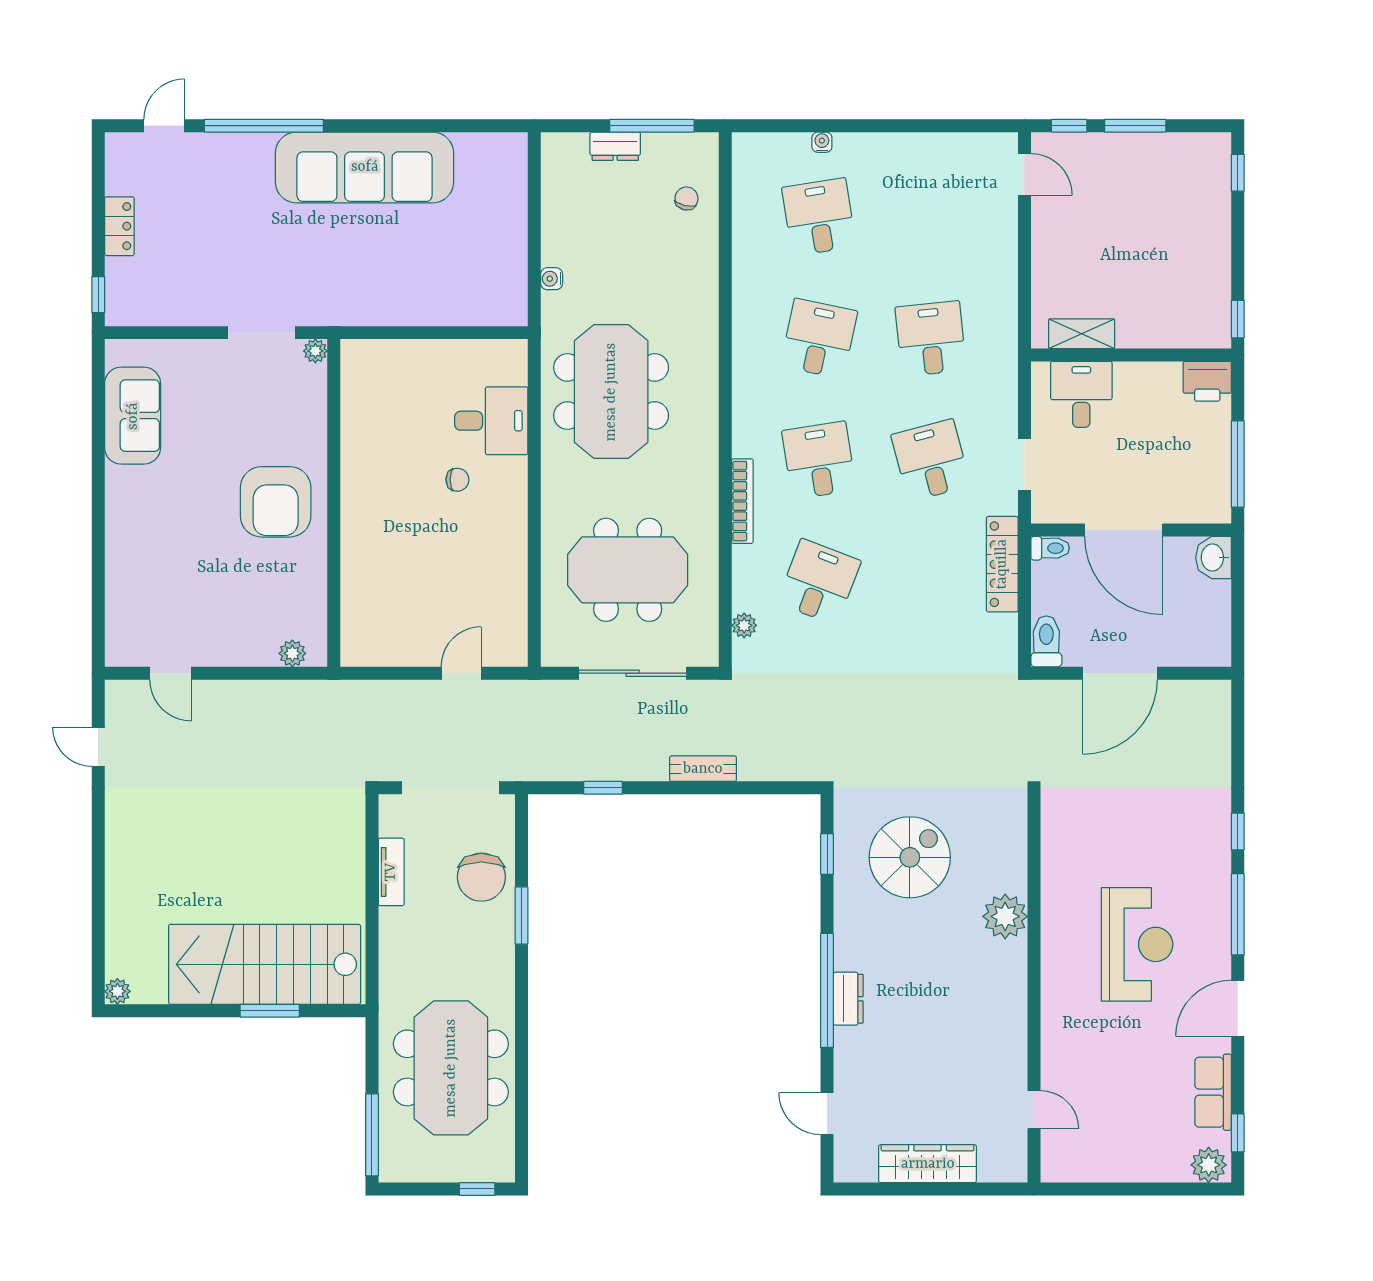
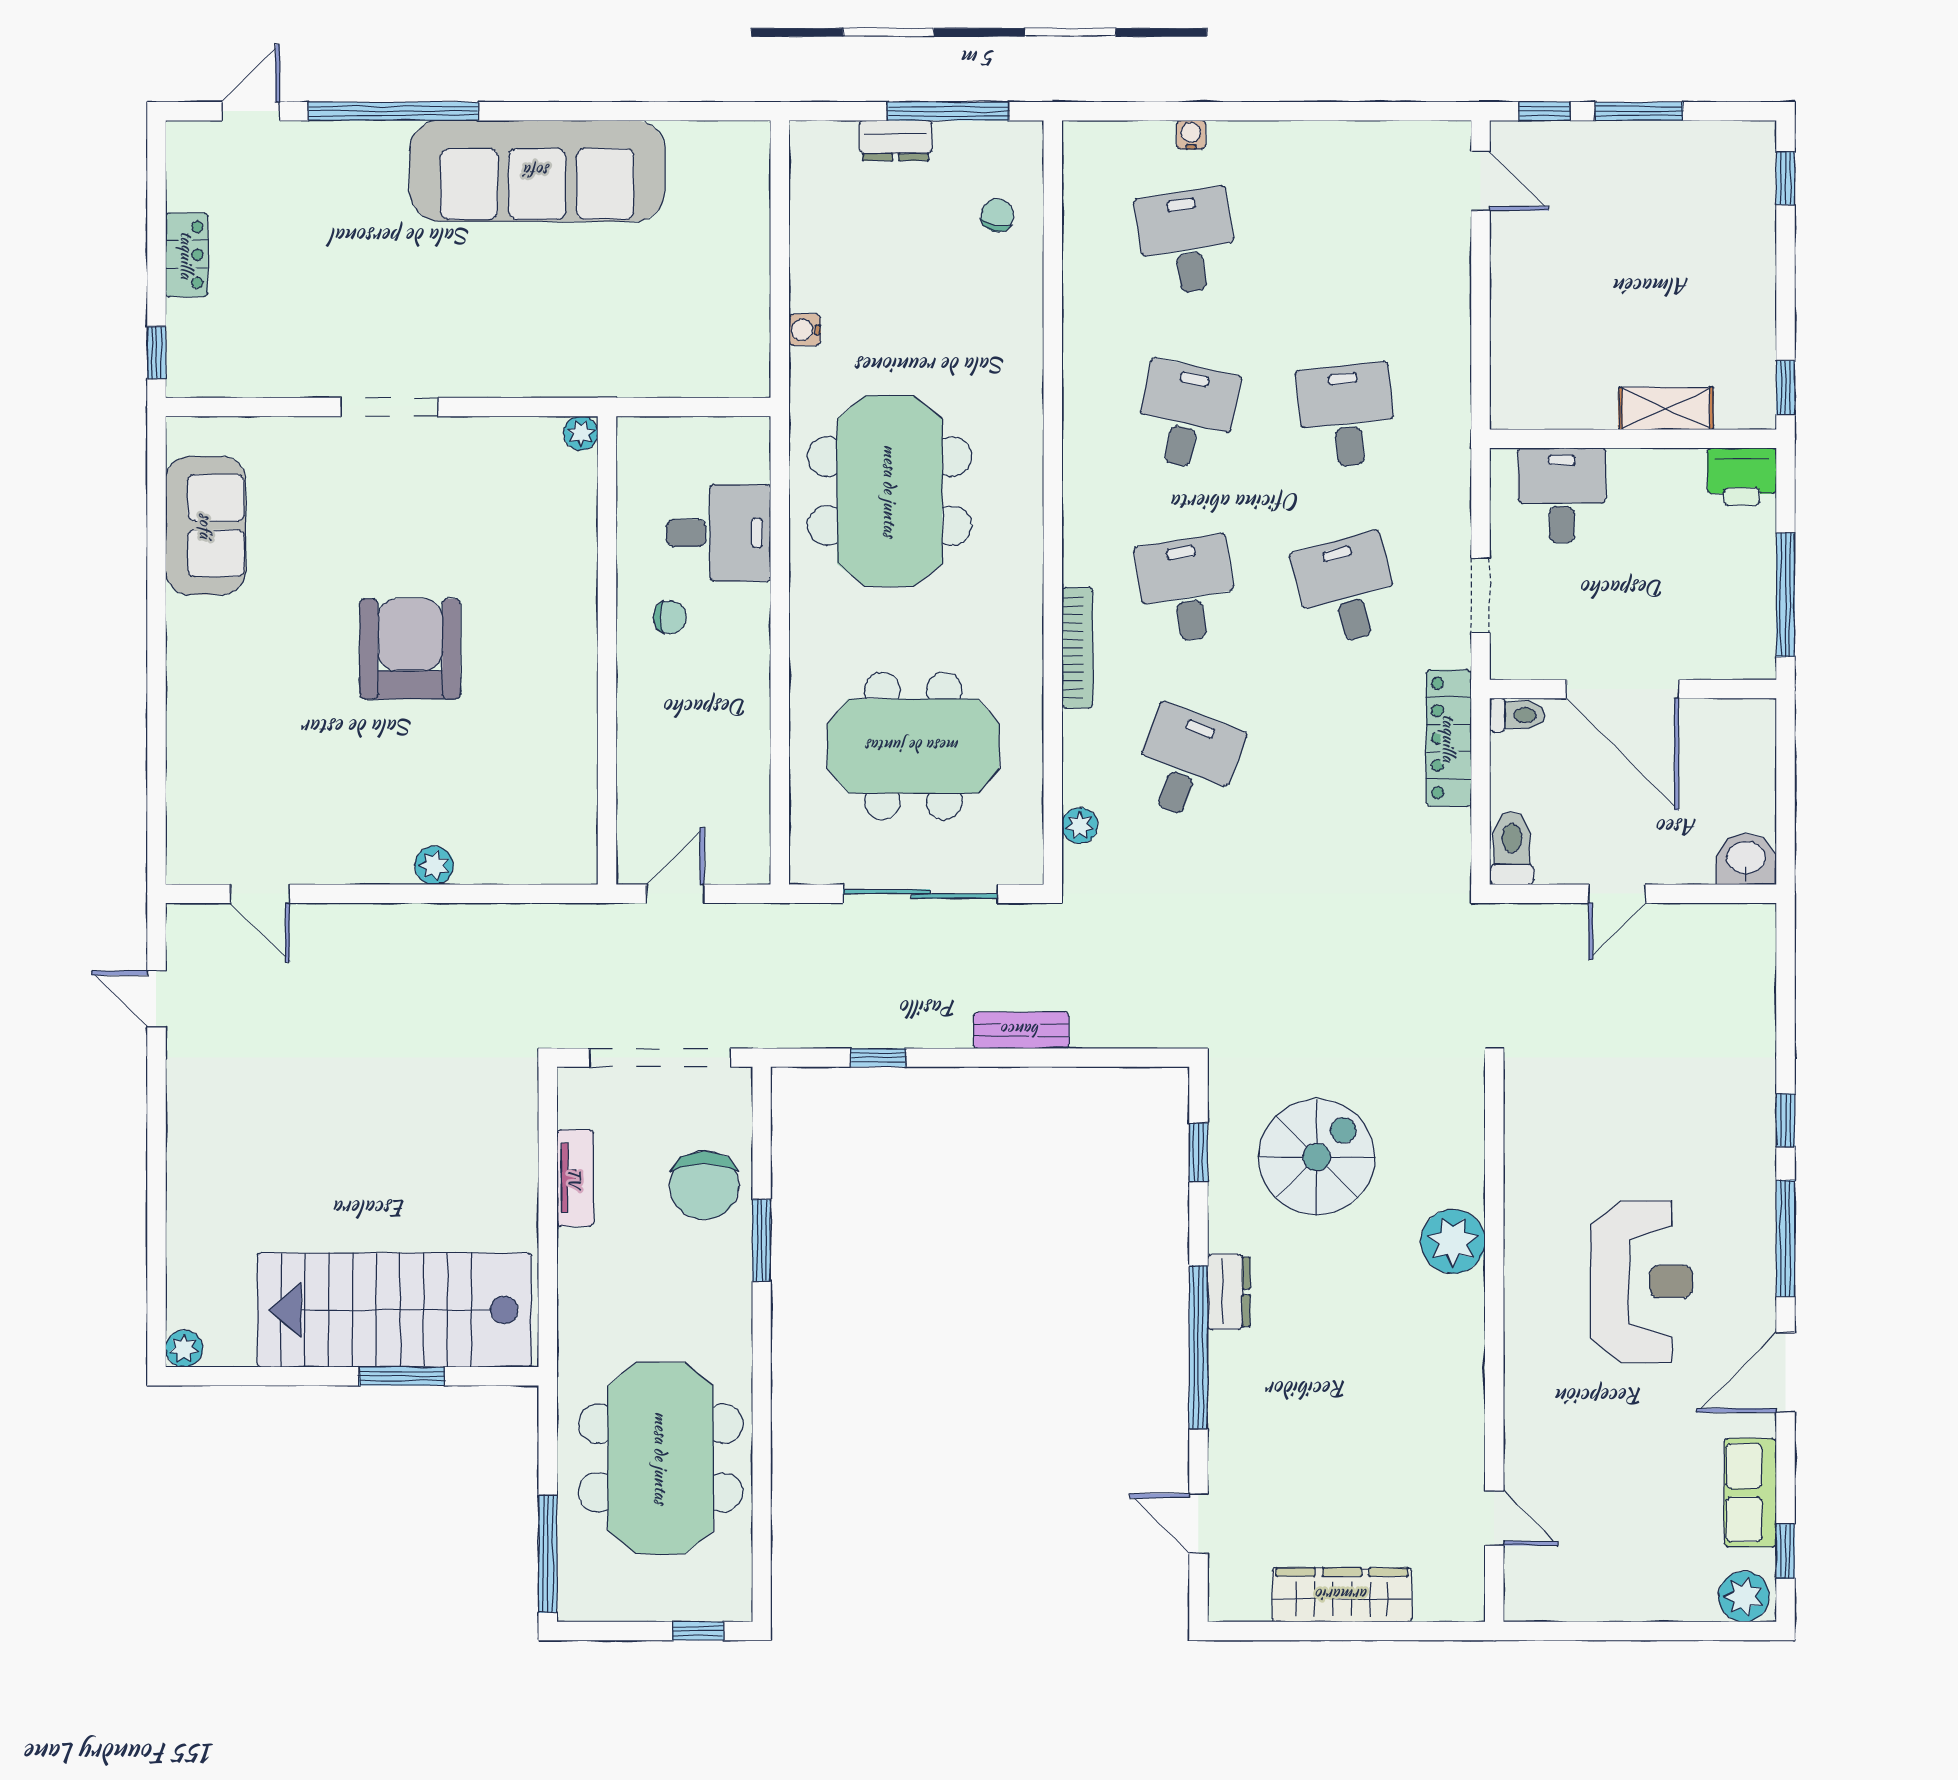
shelving: (1082, 334) -> (1666, 408), moved
plant: (315, 351) -> (581, 433), moved
armchair: (276, 502) -> (410, 649), turned 180
wall: (334, 503) -> (607, 650), moved
washbasin: (1213, 558) -> (1746, 859), moved, turned 90
door: (1120, 673) -> (1617, 894), width x0.53
dresser: (848, 999) -> (1229, 1292), moved

